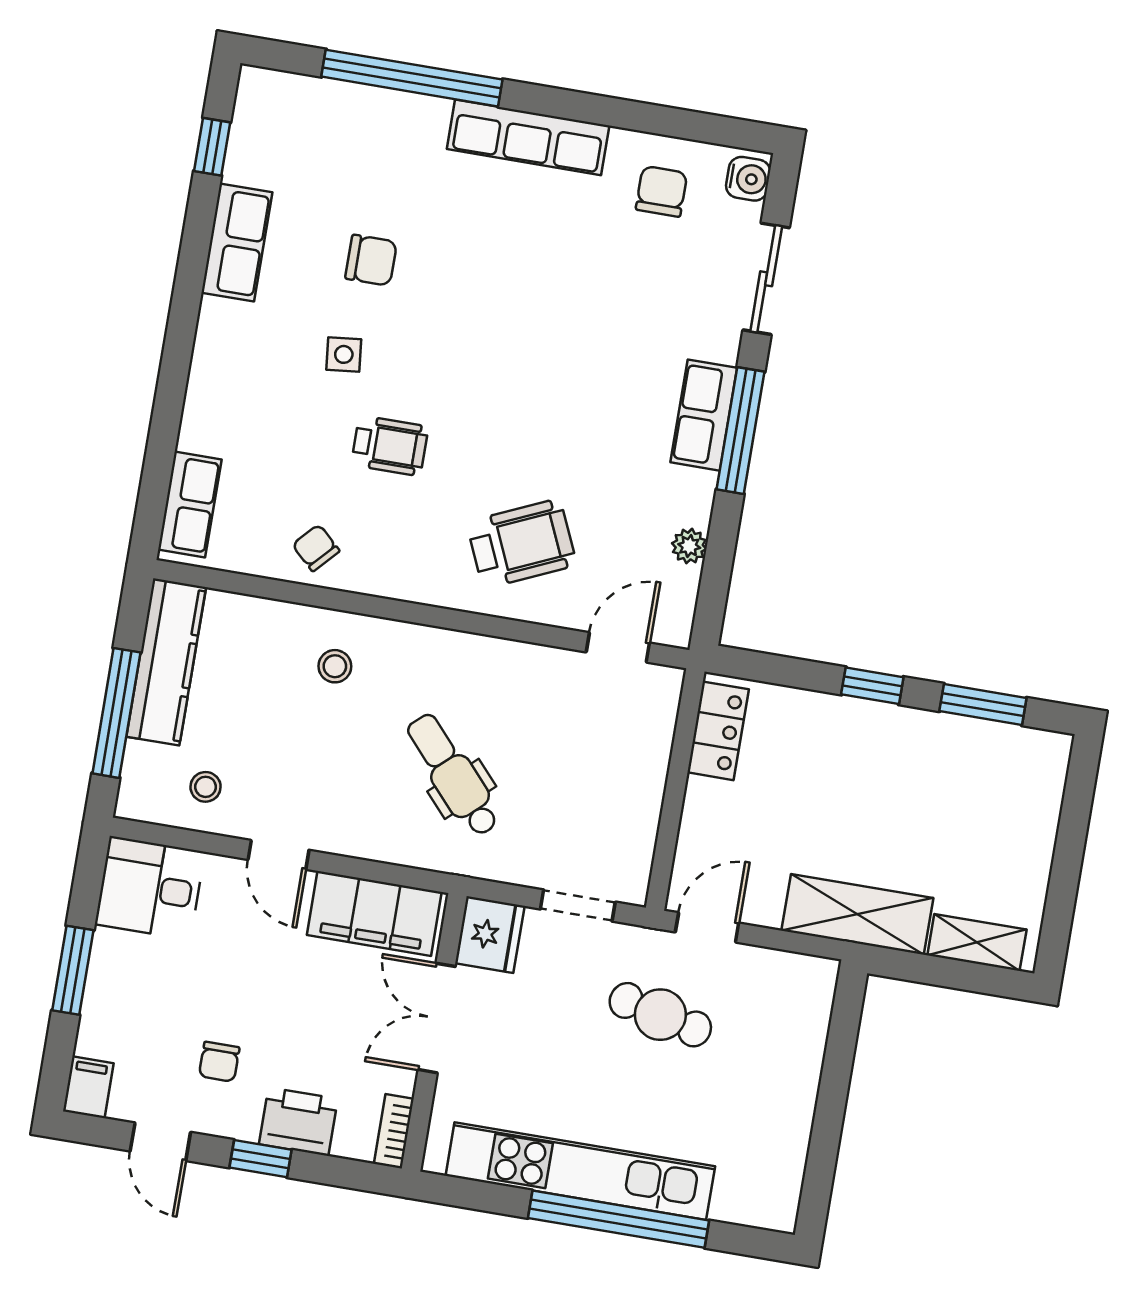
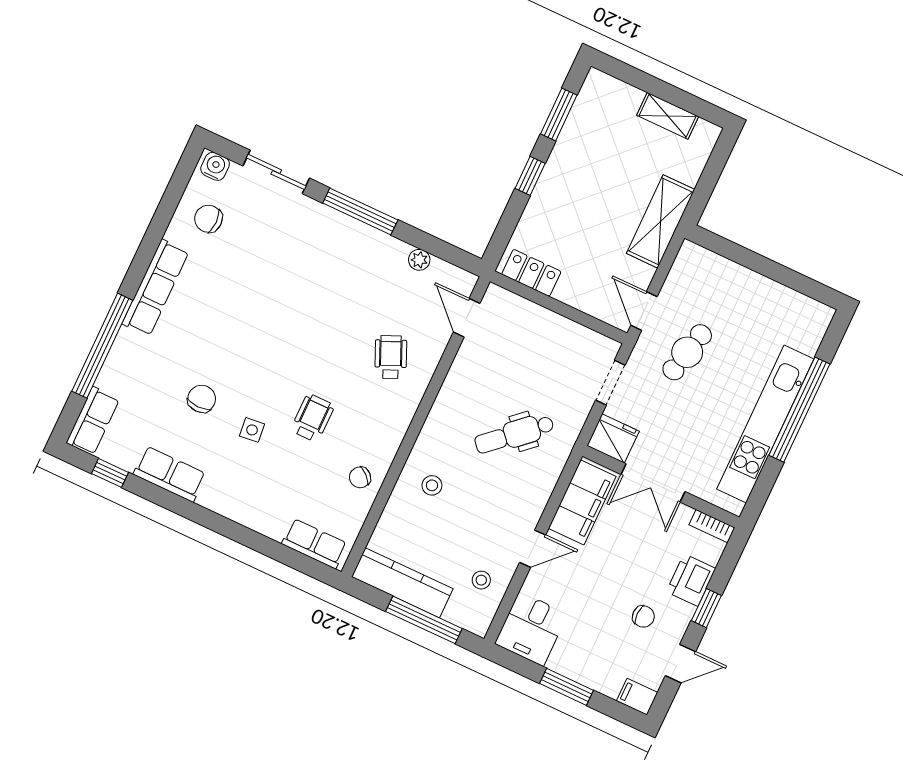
row of seats: (704, 415) -> (93, 421), moved, turned -90
wheelchair: (521, 544) -> (391, 357), width x0.73, depth x0.73
shelving: (977, 942) -> (668, 116), moved, turned 90

